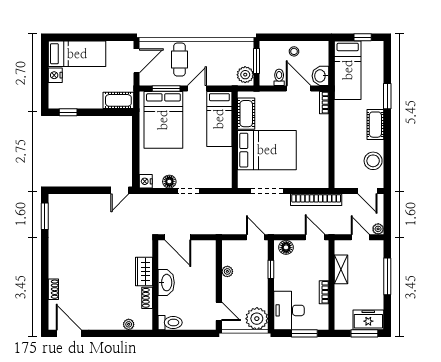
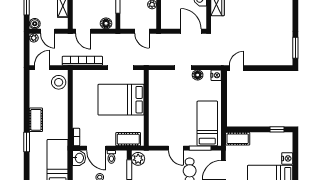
door: (197, 88) -> (176, 148), hinge flipped
cot: (246, 114) -> (128, 139), moved, turned 90
bed: (219, 119) -> (158, 124), removed
bed: (163, 120) -> (207, 123), width x0.67
stool: (373, 161) -> (59, 82), moved
door: (367, 191) -> (42, 68), hinge flipped
door: (255, 237) -> (142, 31), moved
boiler: (377, 247) -> (35, 24), added

